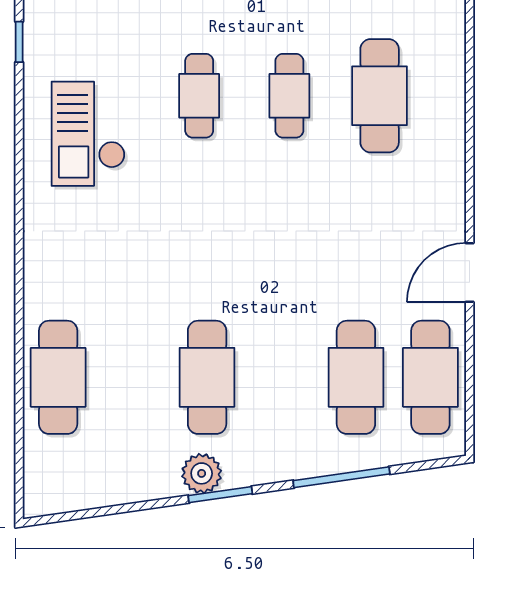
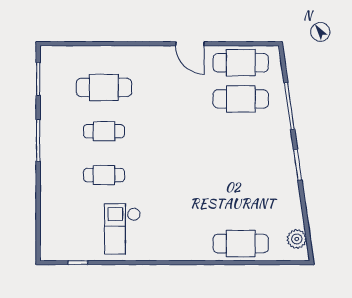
checkout: (88, 134) -> (122, 229), turned 90
cafe table: (207, 377) -> (241, 171), removed
plant: (202, 473) -> (297, 239), moved

